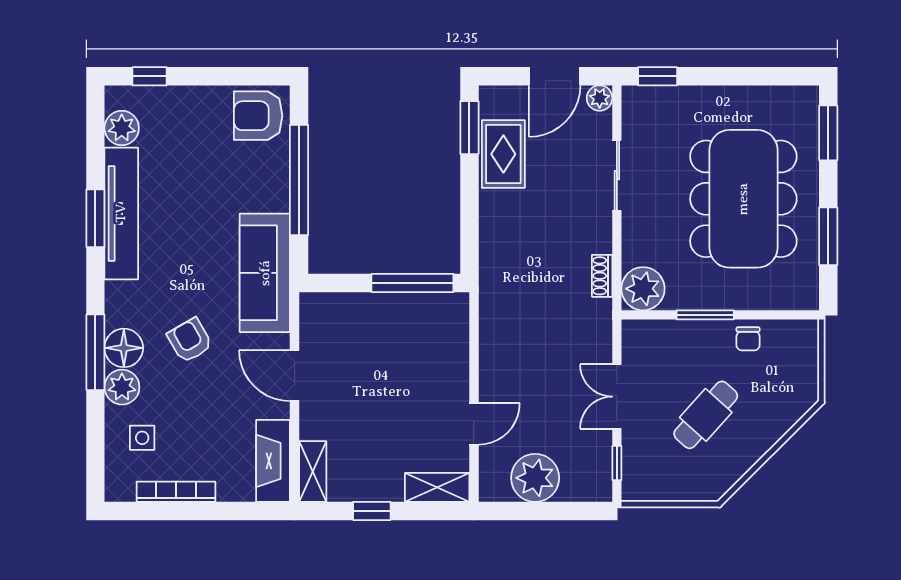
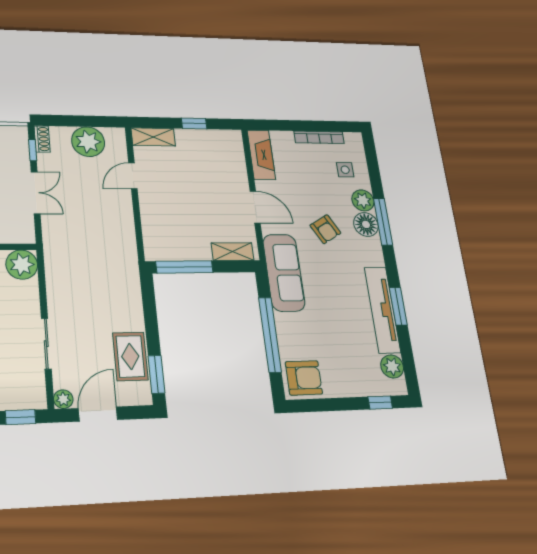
shoe rack: (602, 276) -> (42, 139), moved
shelving: (313, 472) -> (233, 252), moved, turned 90

